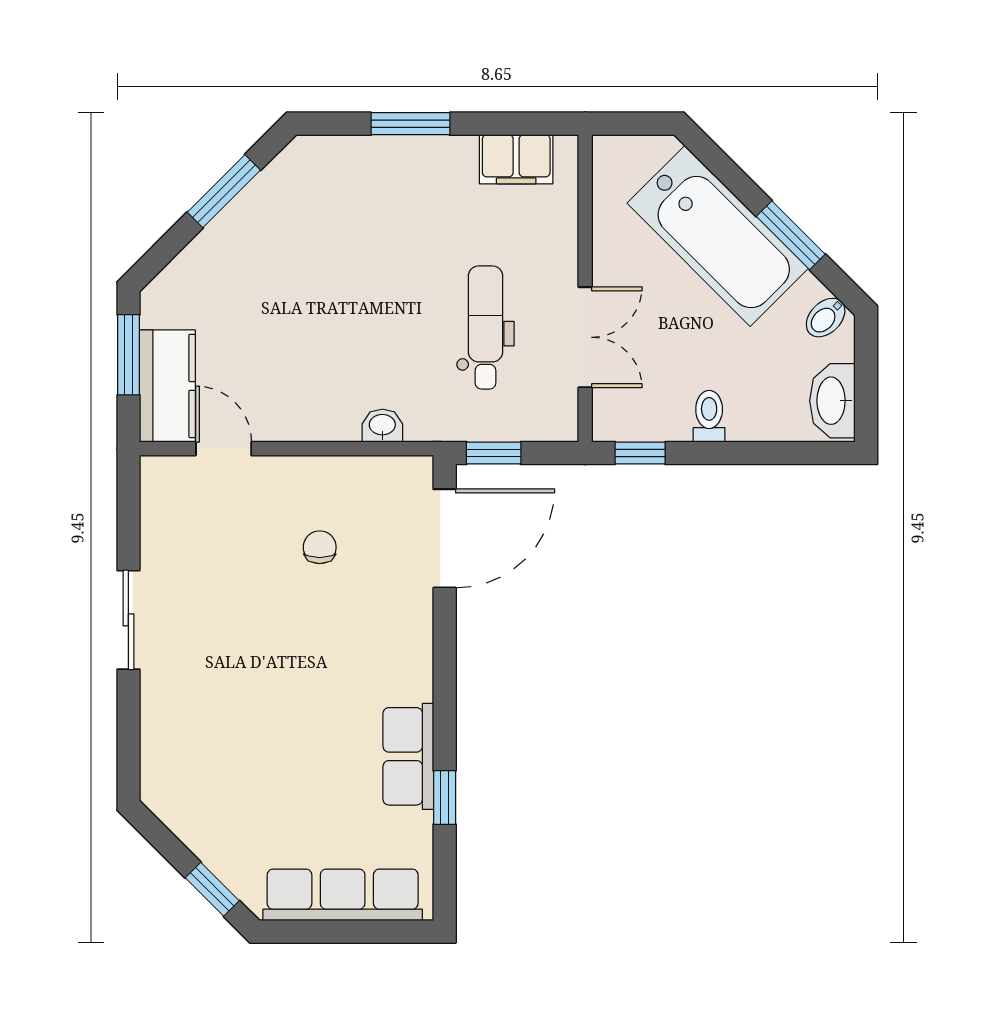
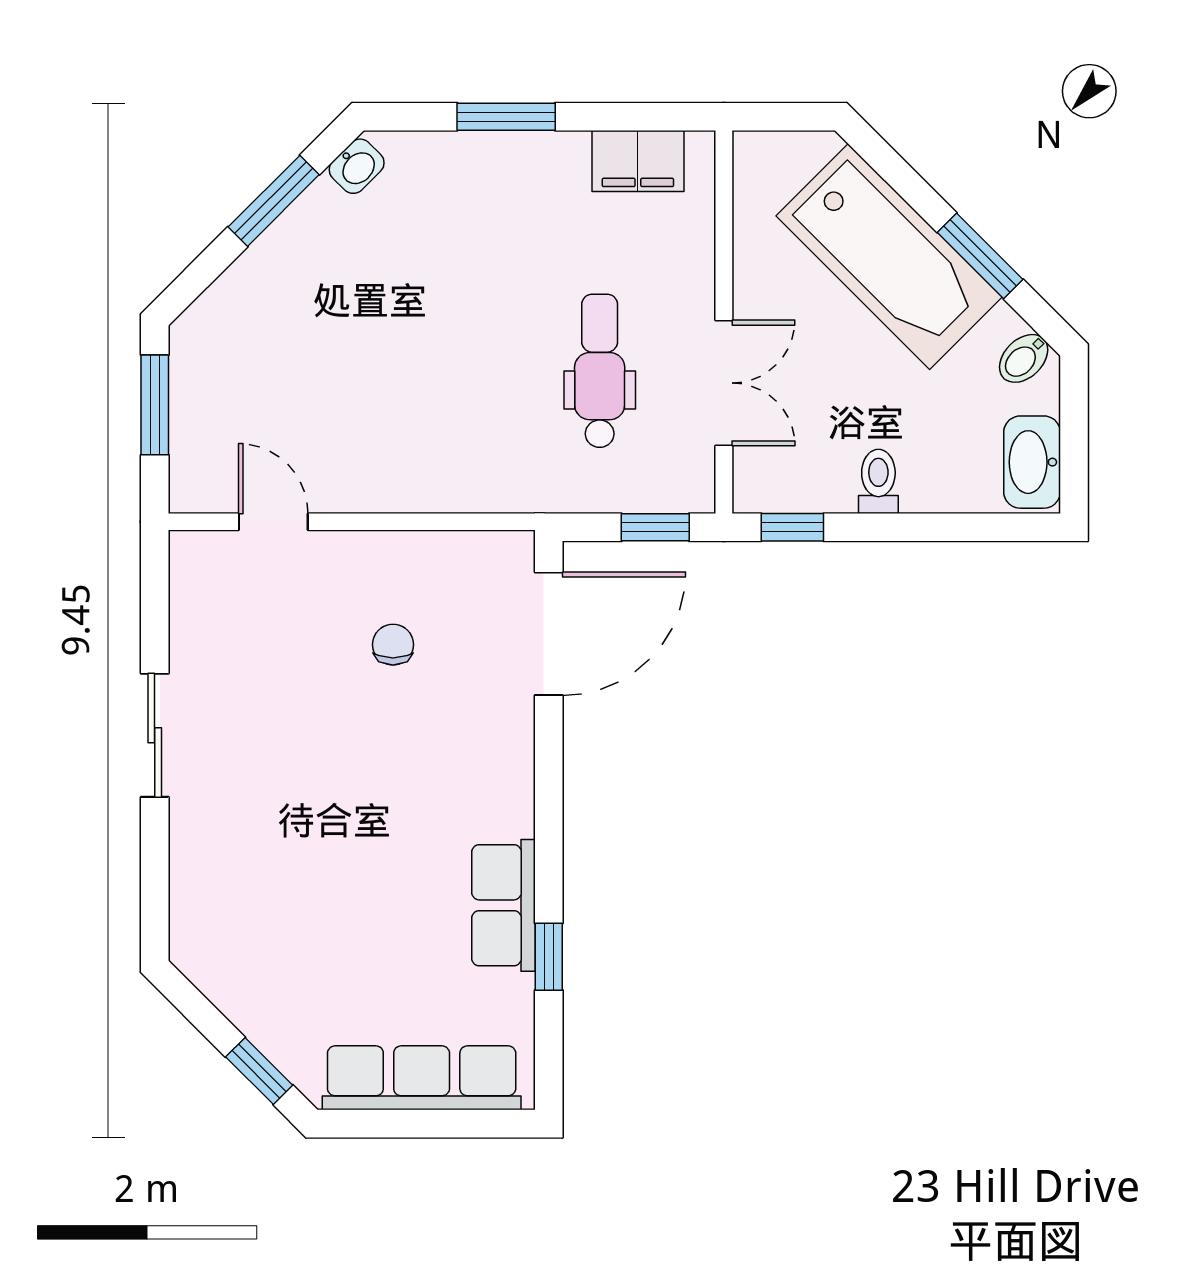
kitchen counter: (167, 386) -> (203, 444), removed
washbasin: (382, 426) -> (357, 166), moved, turned 135
window: (494, 453) -> (655, 527), moved

